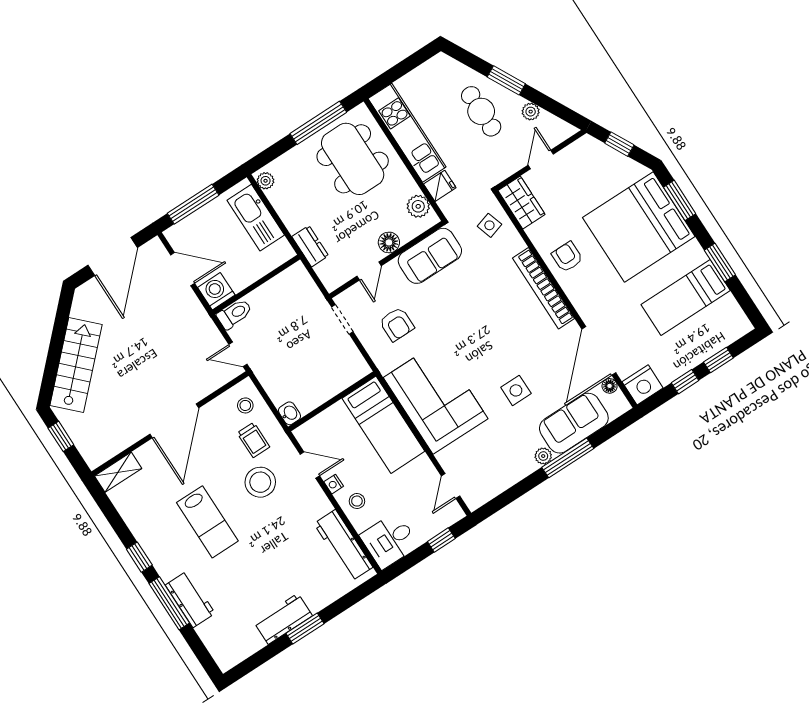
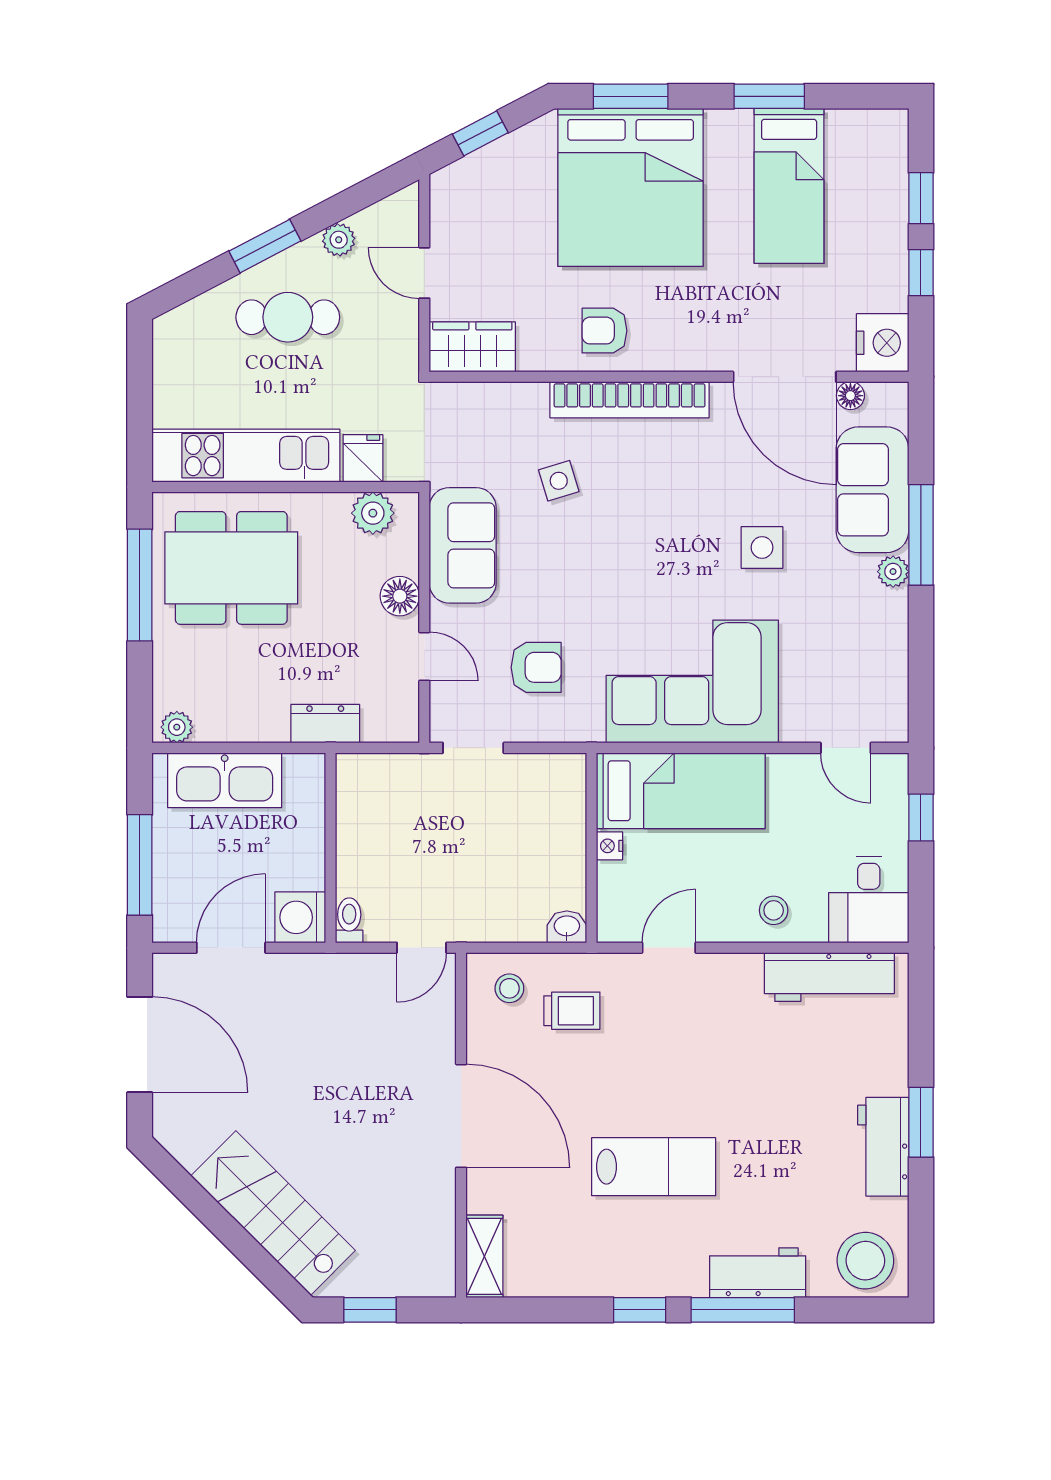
side table: (489, 225) -> (559, 481), moved
toilet: (235, 314) -> (349, 920), width x0.73, depth x0.72
stool: (260, 482) -> (865, 1261), moved
nightstand: (334, 484) -> (610, 846), moved, turned 90

